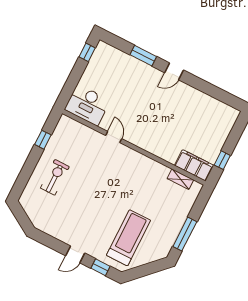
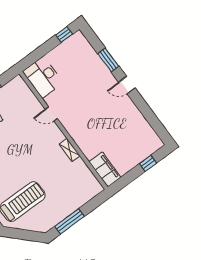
door: (114, 137) -> (51, 114), swing flipped
window: (222, 160) -> (148, 163), moved
shelving: (180, 179) -> (70, 150), moved

